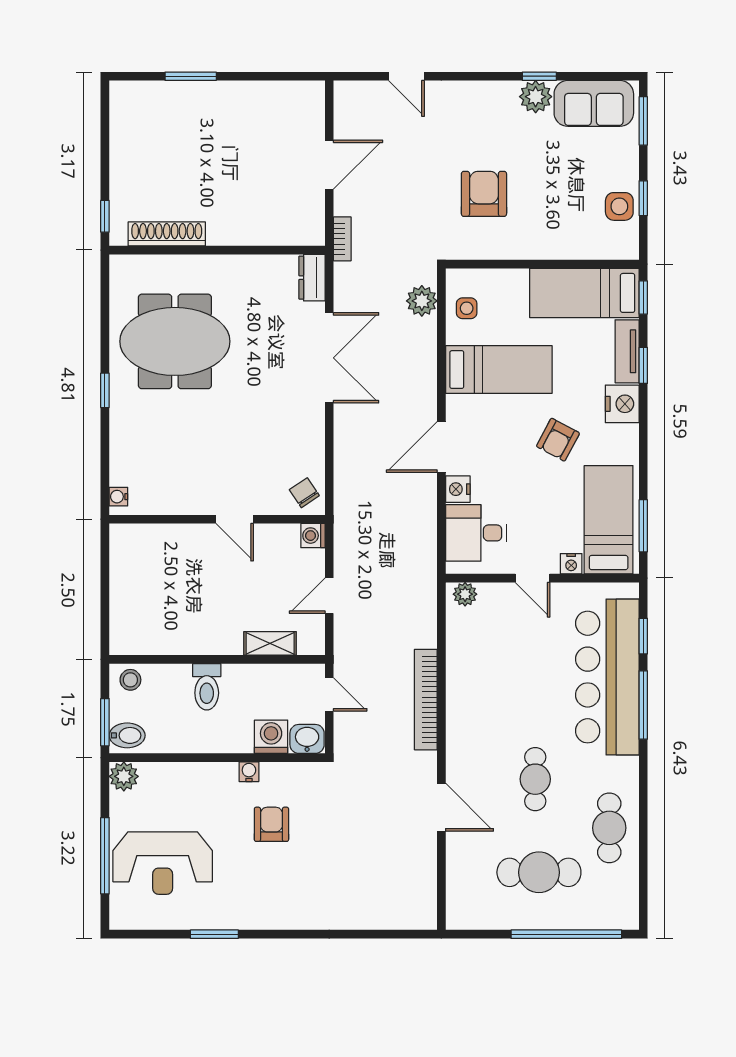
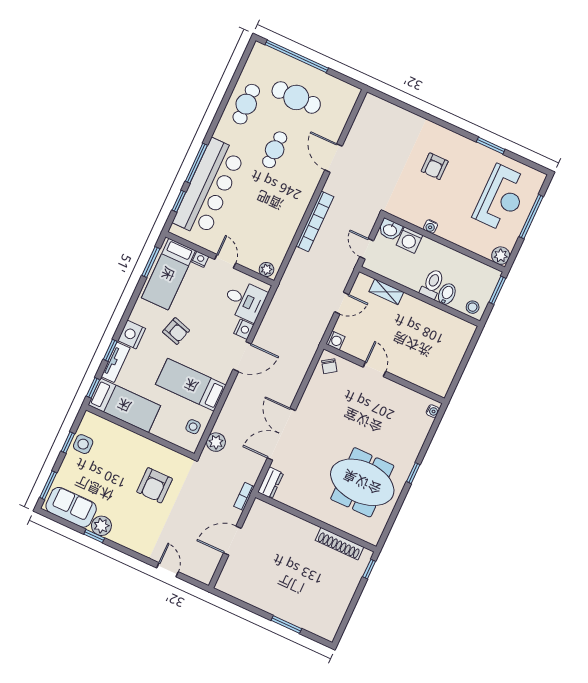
armchair: (558, 440) -> (176, 331), turned 79
bidet: (127, 735) -> (447, 294), moved, turned 90
armchair: (271, 824) -> (435, 166), moved
reception desk: (163, 863) -> (501, 198), turned 90

